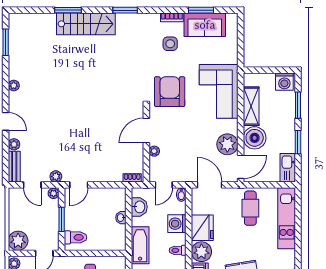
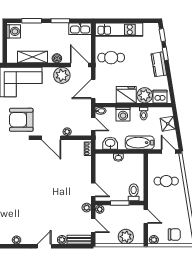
boiler: (255, 138) -> (57, 58), width x0.54, depth x0.54
door: (32, 185) -> (93, 226), hinge flipped
plant: (18, 241) -> (126, 237), moved

